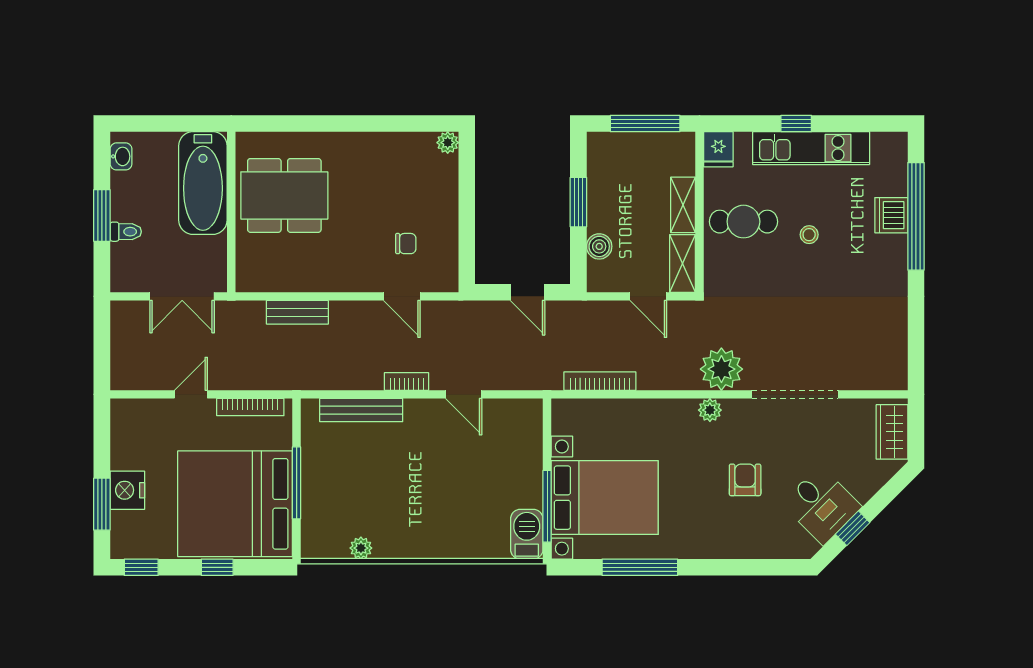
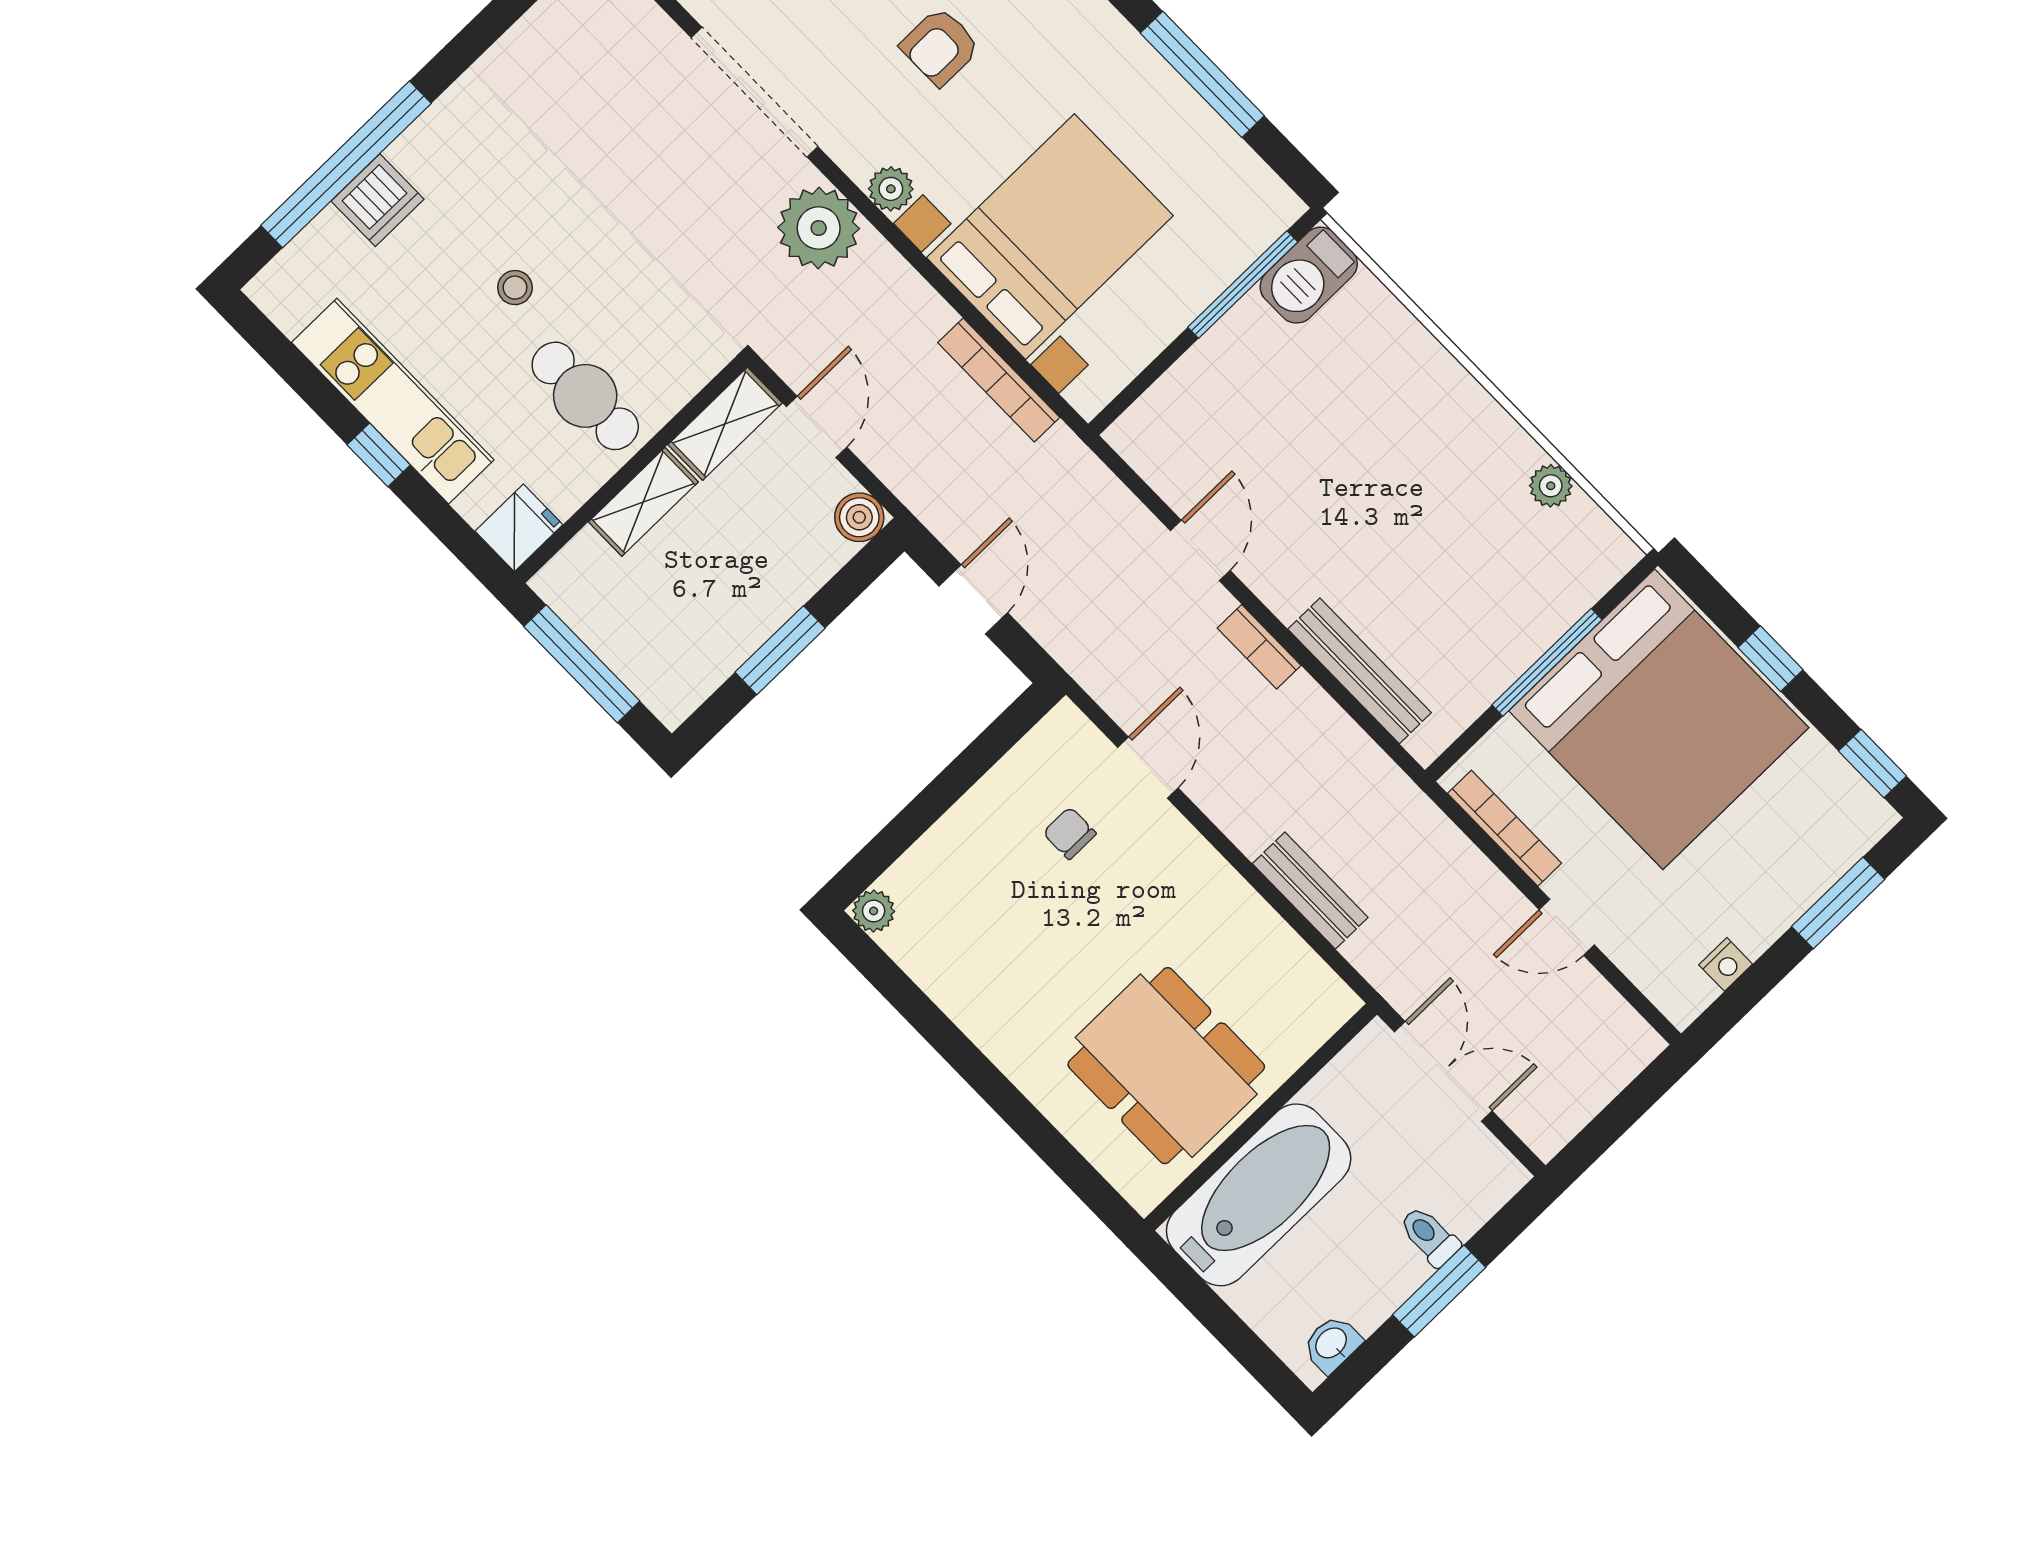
boiler: (599, 246) -> (859, 517), moved
nightstand: (127, 490) -> (1726, 964), moved, width x0.53, depth x0.56
bed with nightstands: (605, 498) -> (1050, 237), moved, turned 90

